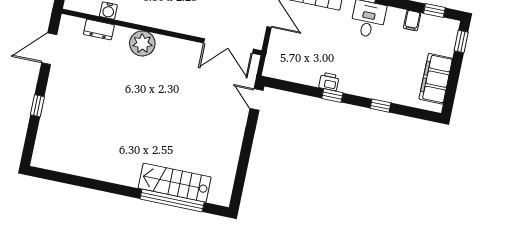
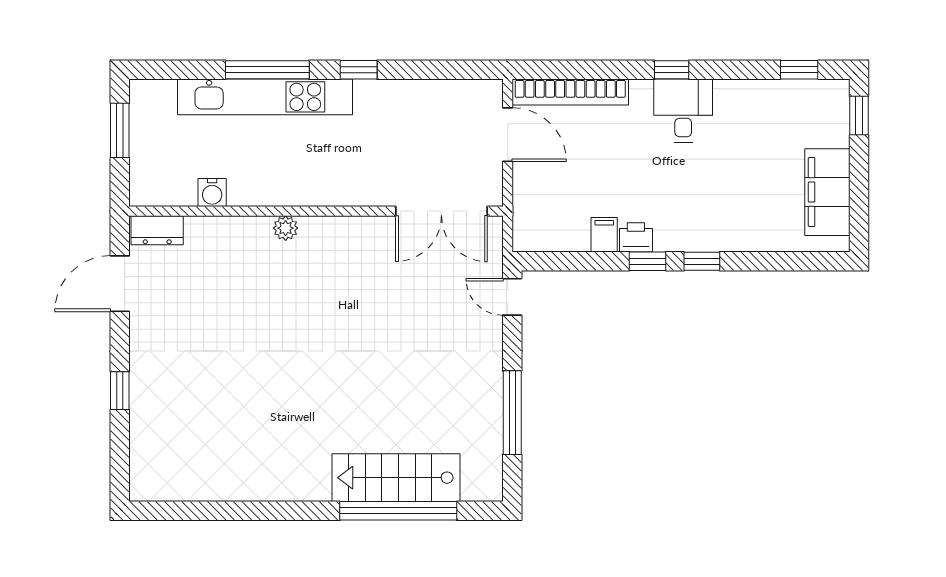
filing cabinet: (412, 21) -> (604, 235), moved, turned 180
dresser: (99, 30) -> (157, 230), moved
plant: (142, 43) -> (286, 228), width x0.53, depth x0.53
window: (380, 106) -> (702, 261), moved
window: (244, 161) -> (512, 413), added

